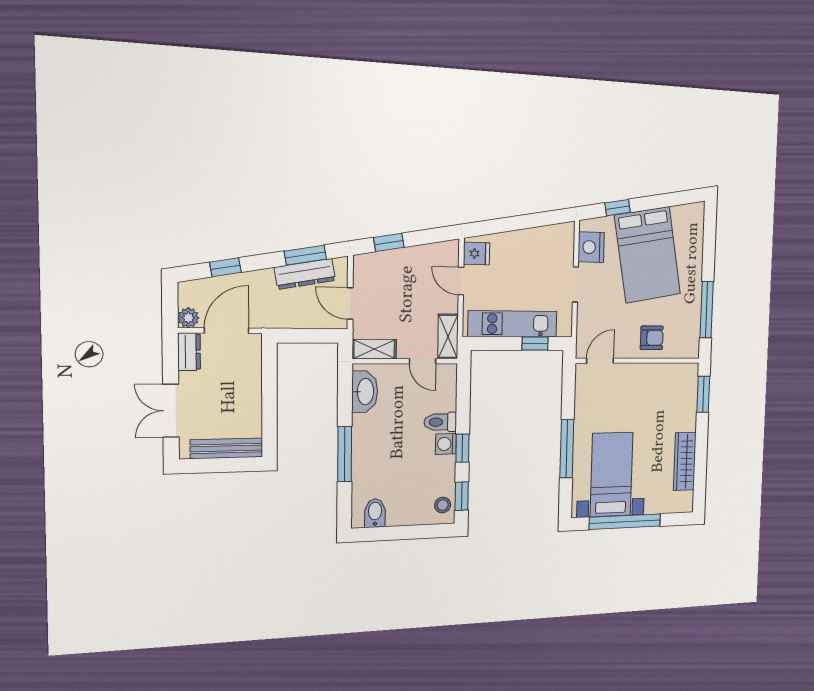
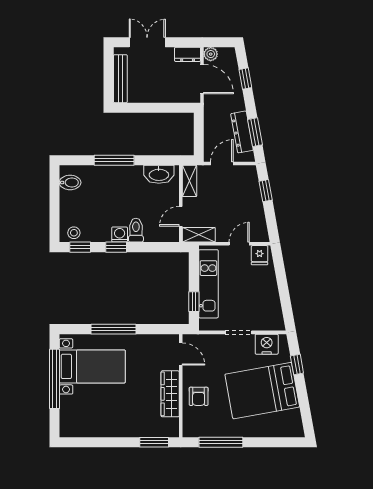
wardrobe: (685, 461) -> (170, 394), moved, turned -90

